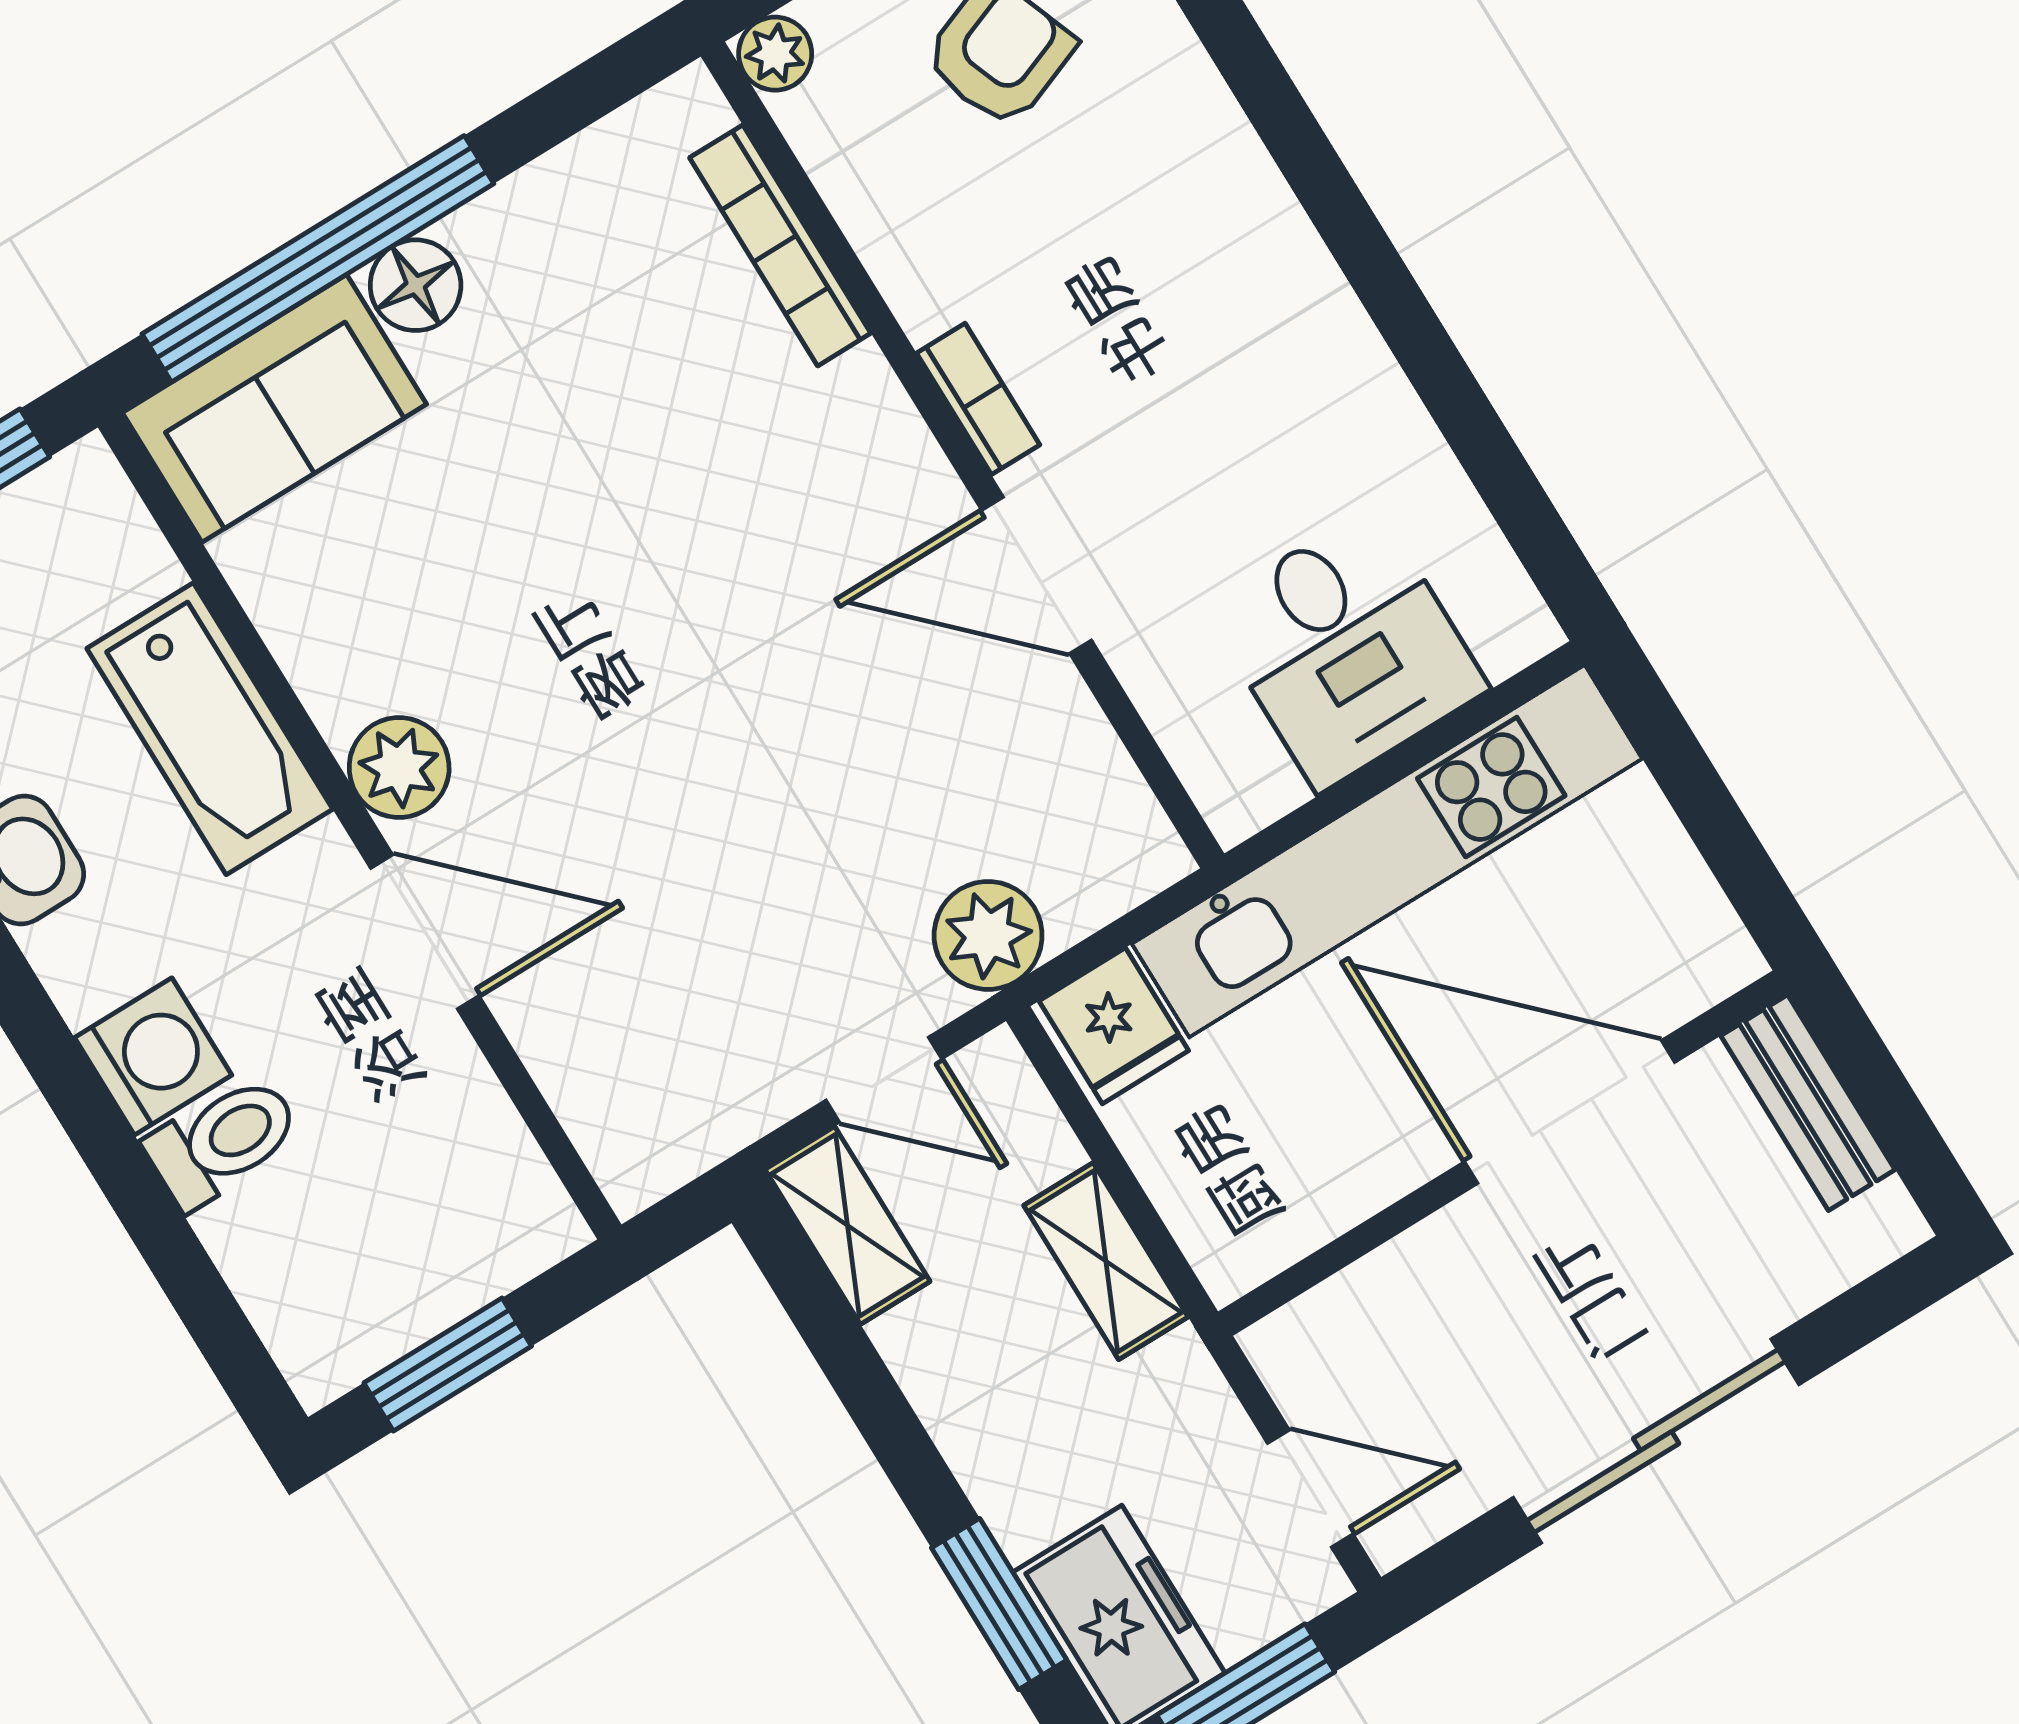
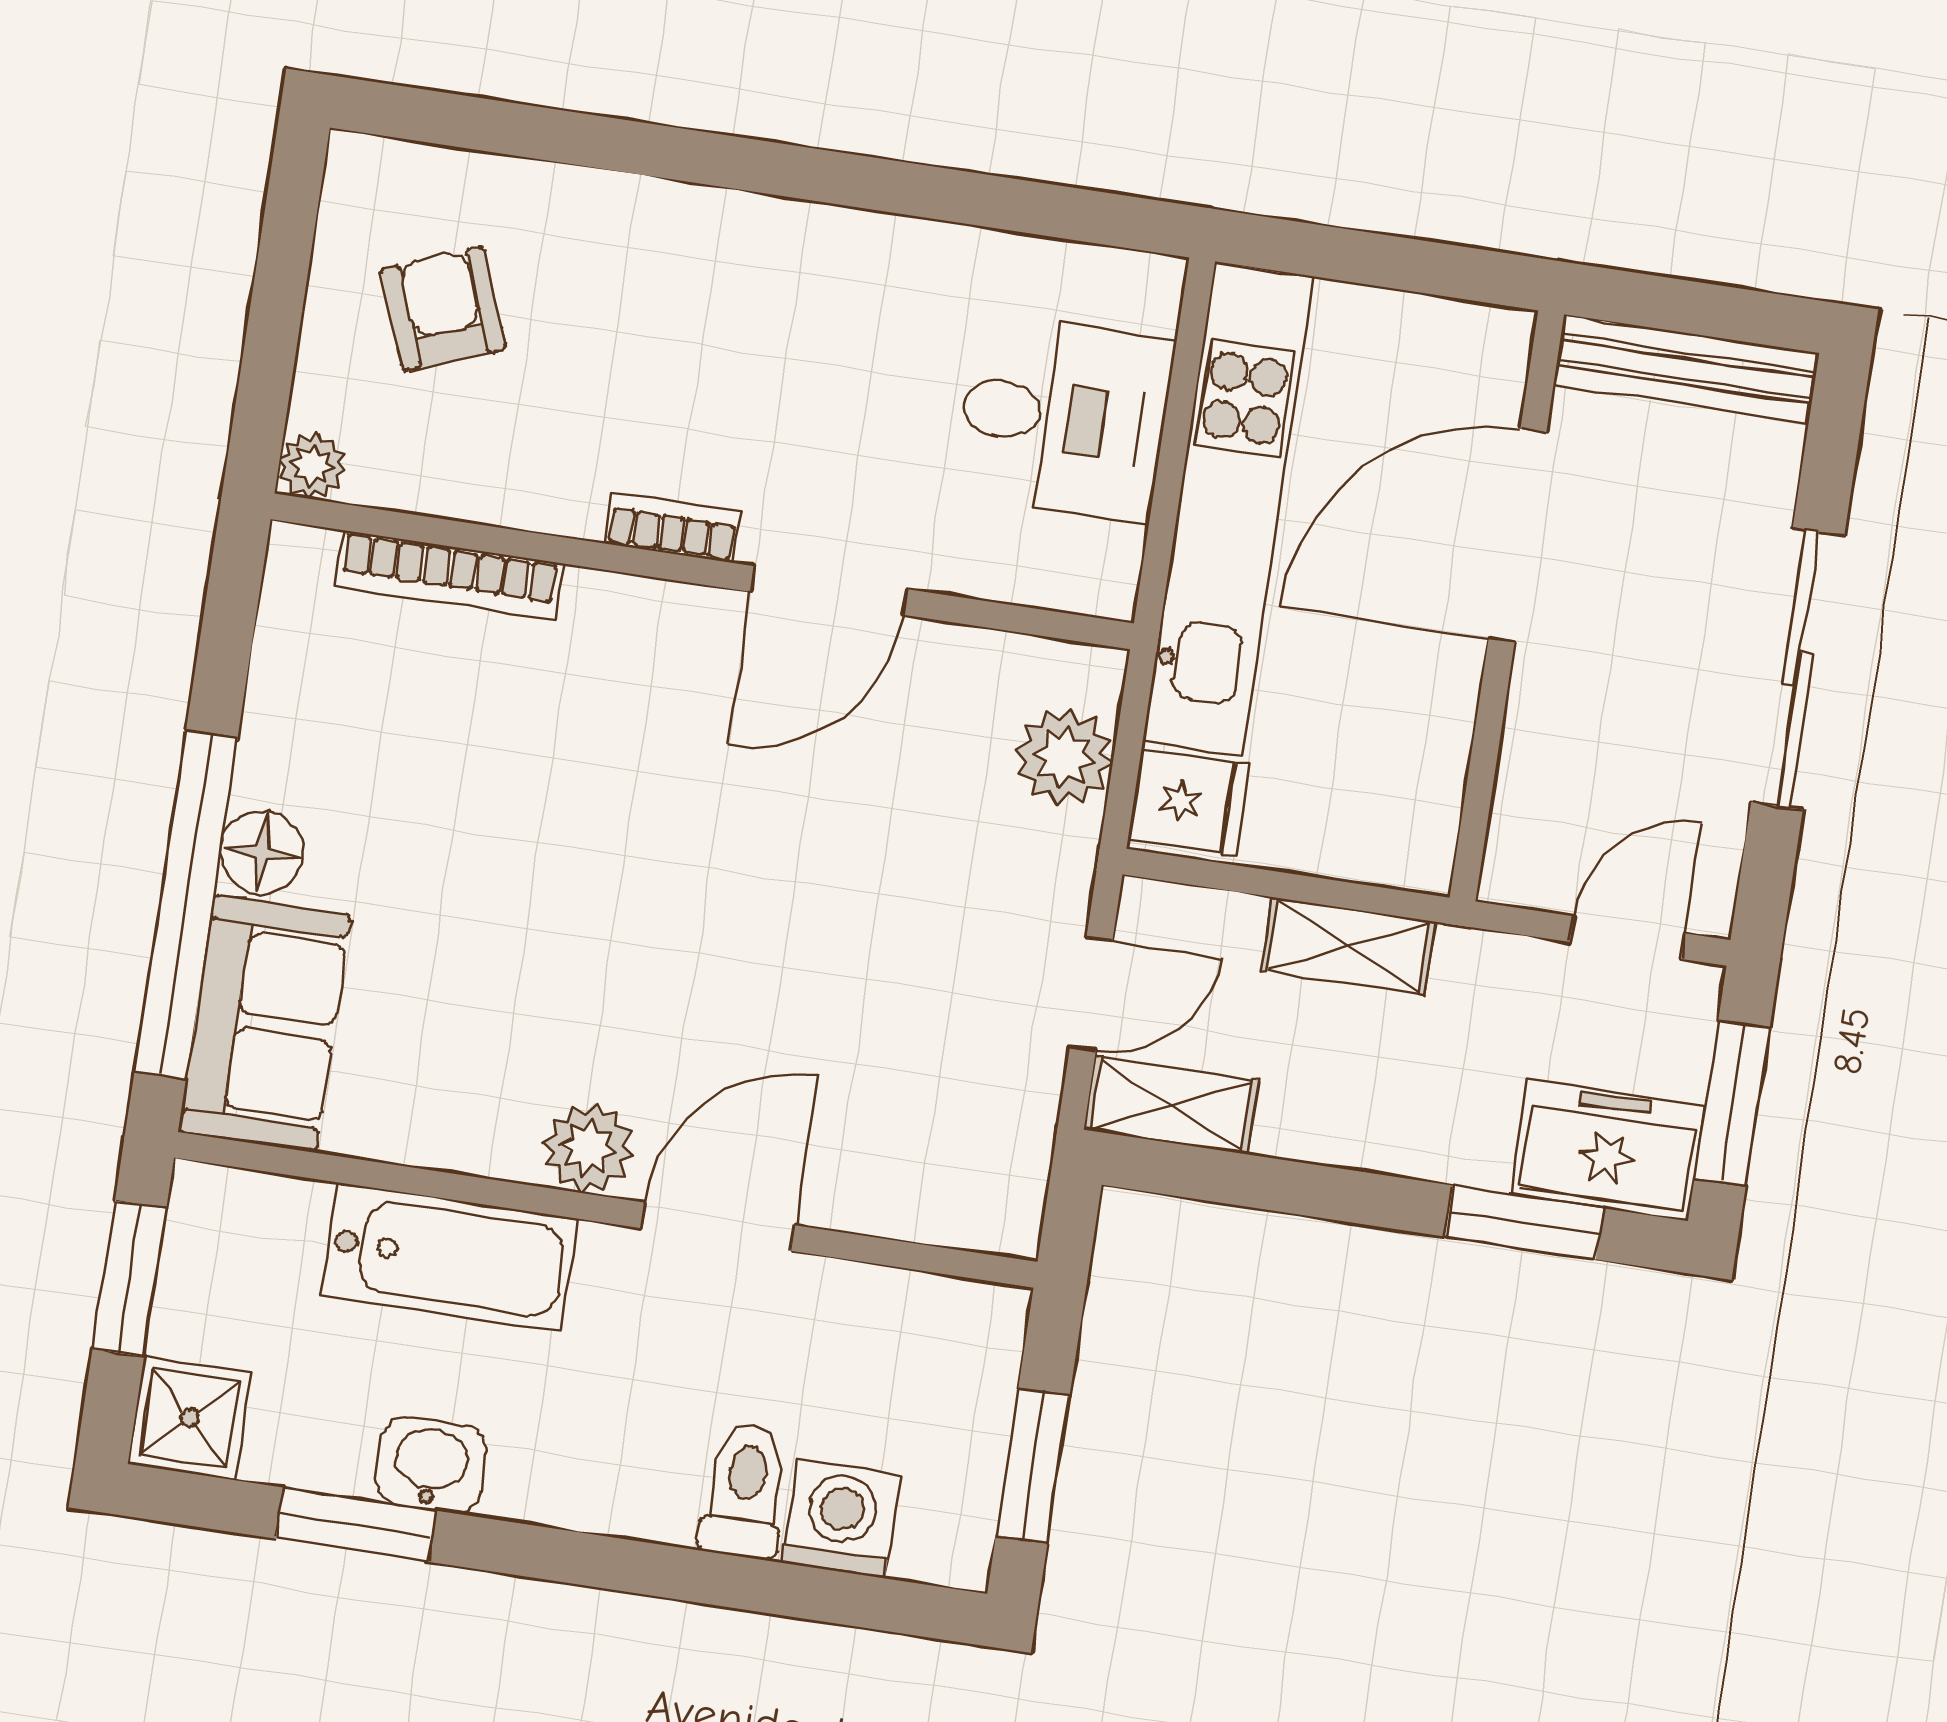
plant: (988, 935) -> (1064, 757), moved
washing machine: (153, 1056) -> (841, 1519), moved
bench: (1808, 1103) -> (1685, 369), width x1.36

